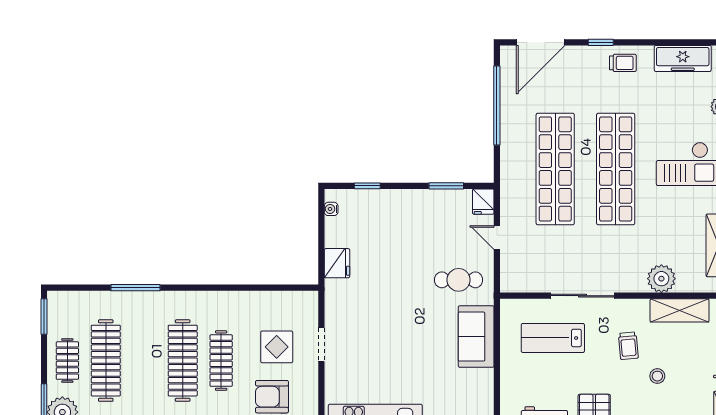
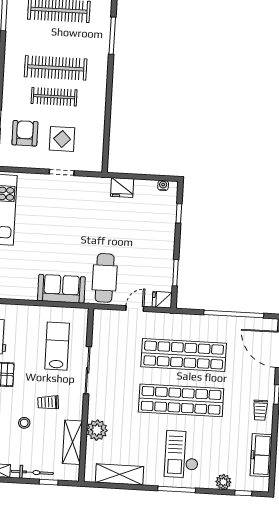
cafe table: (459, 280) -> (105, 278), width x1.37, depth x1.35

